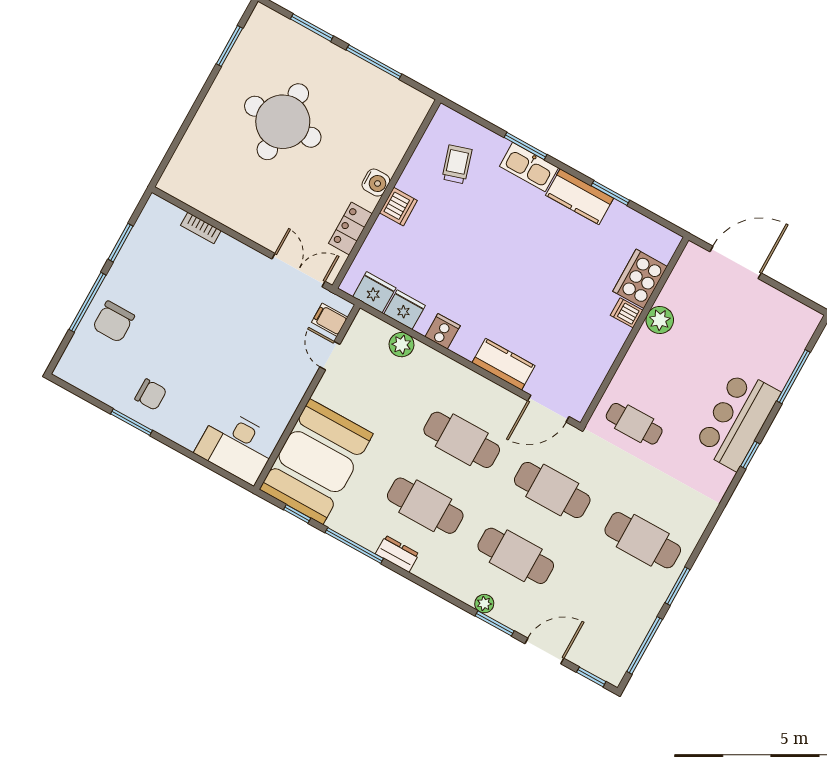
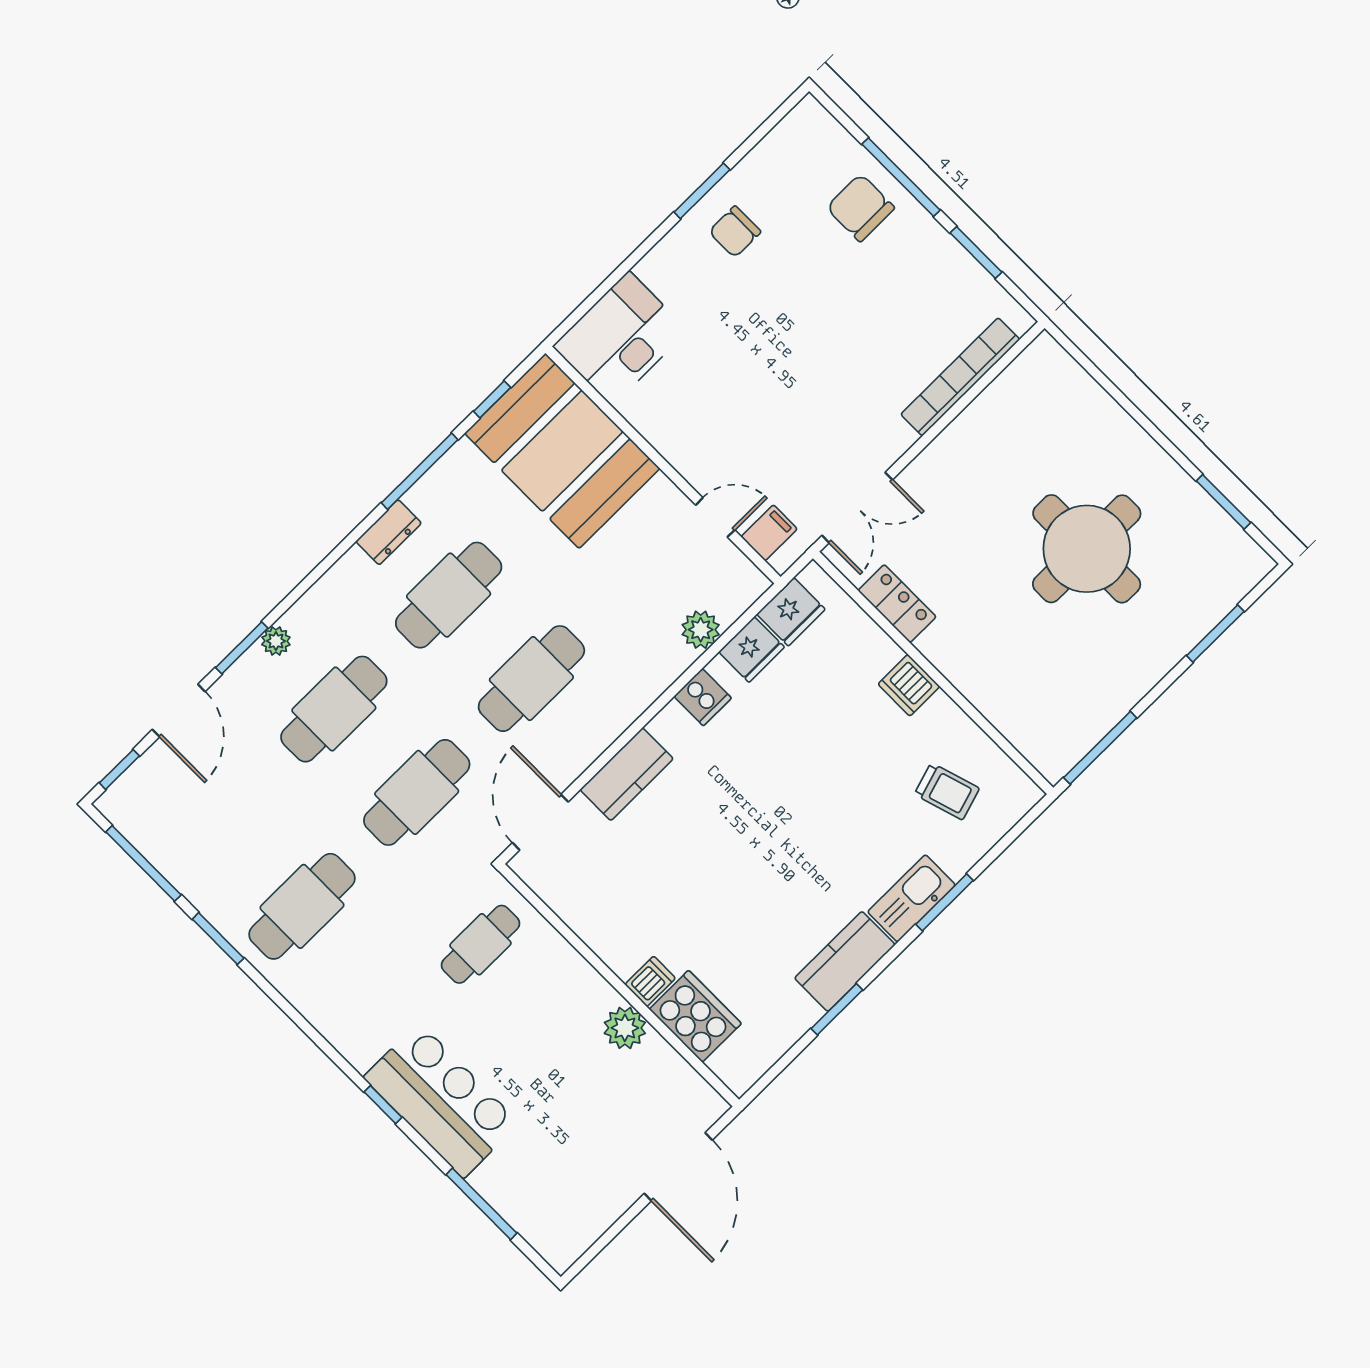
window: (374, 62) -> (1100, 748), moved
water cooler: (376, 183) -> (955, 662), removed
bookcase: (201, 228) -> (960, 377), width x2.31, depth x1.31

